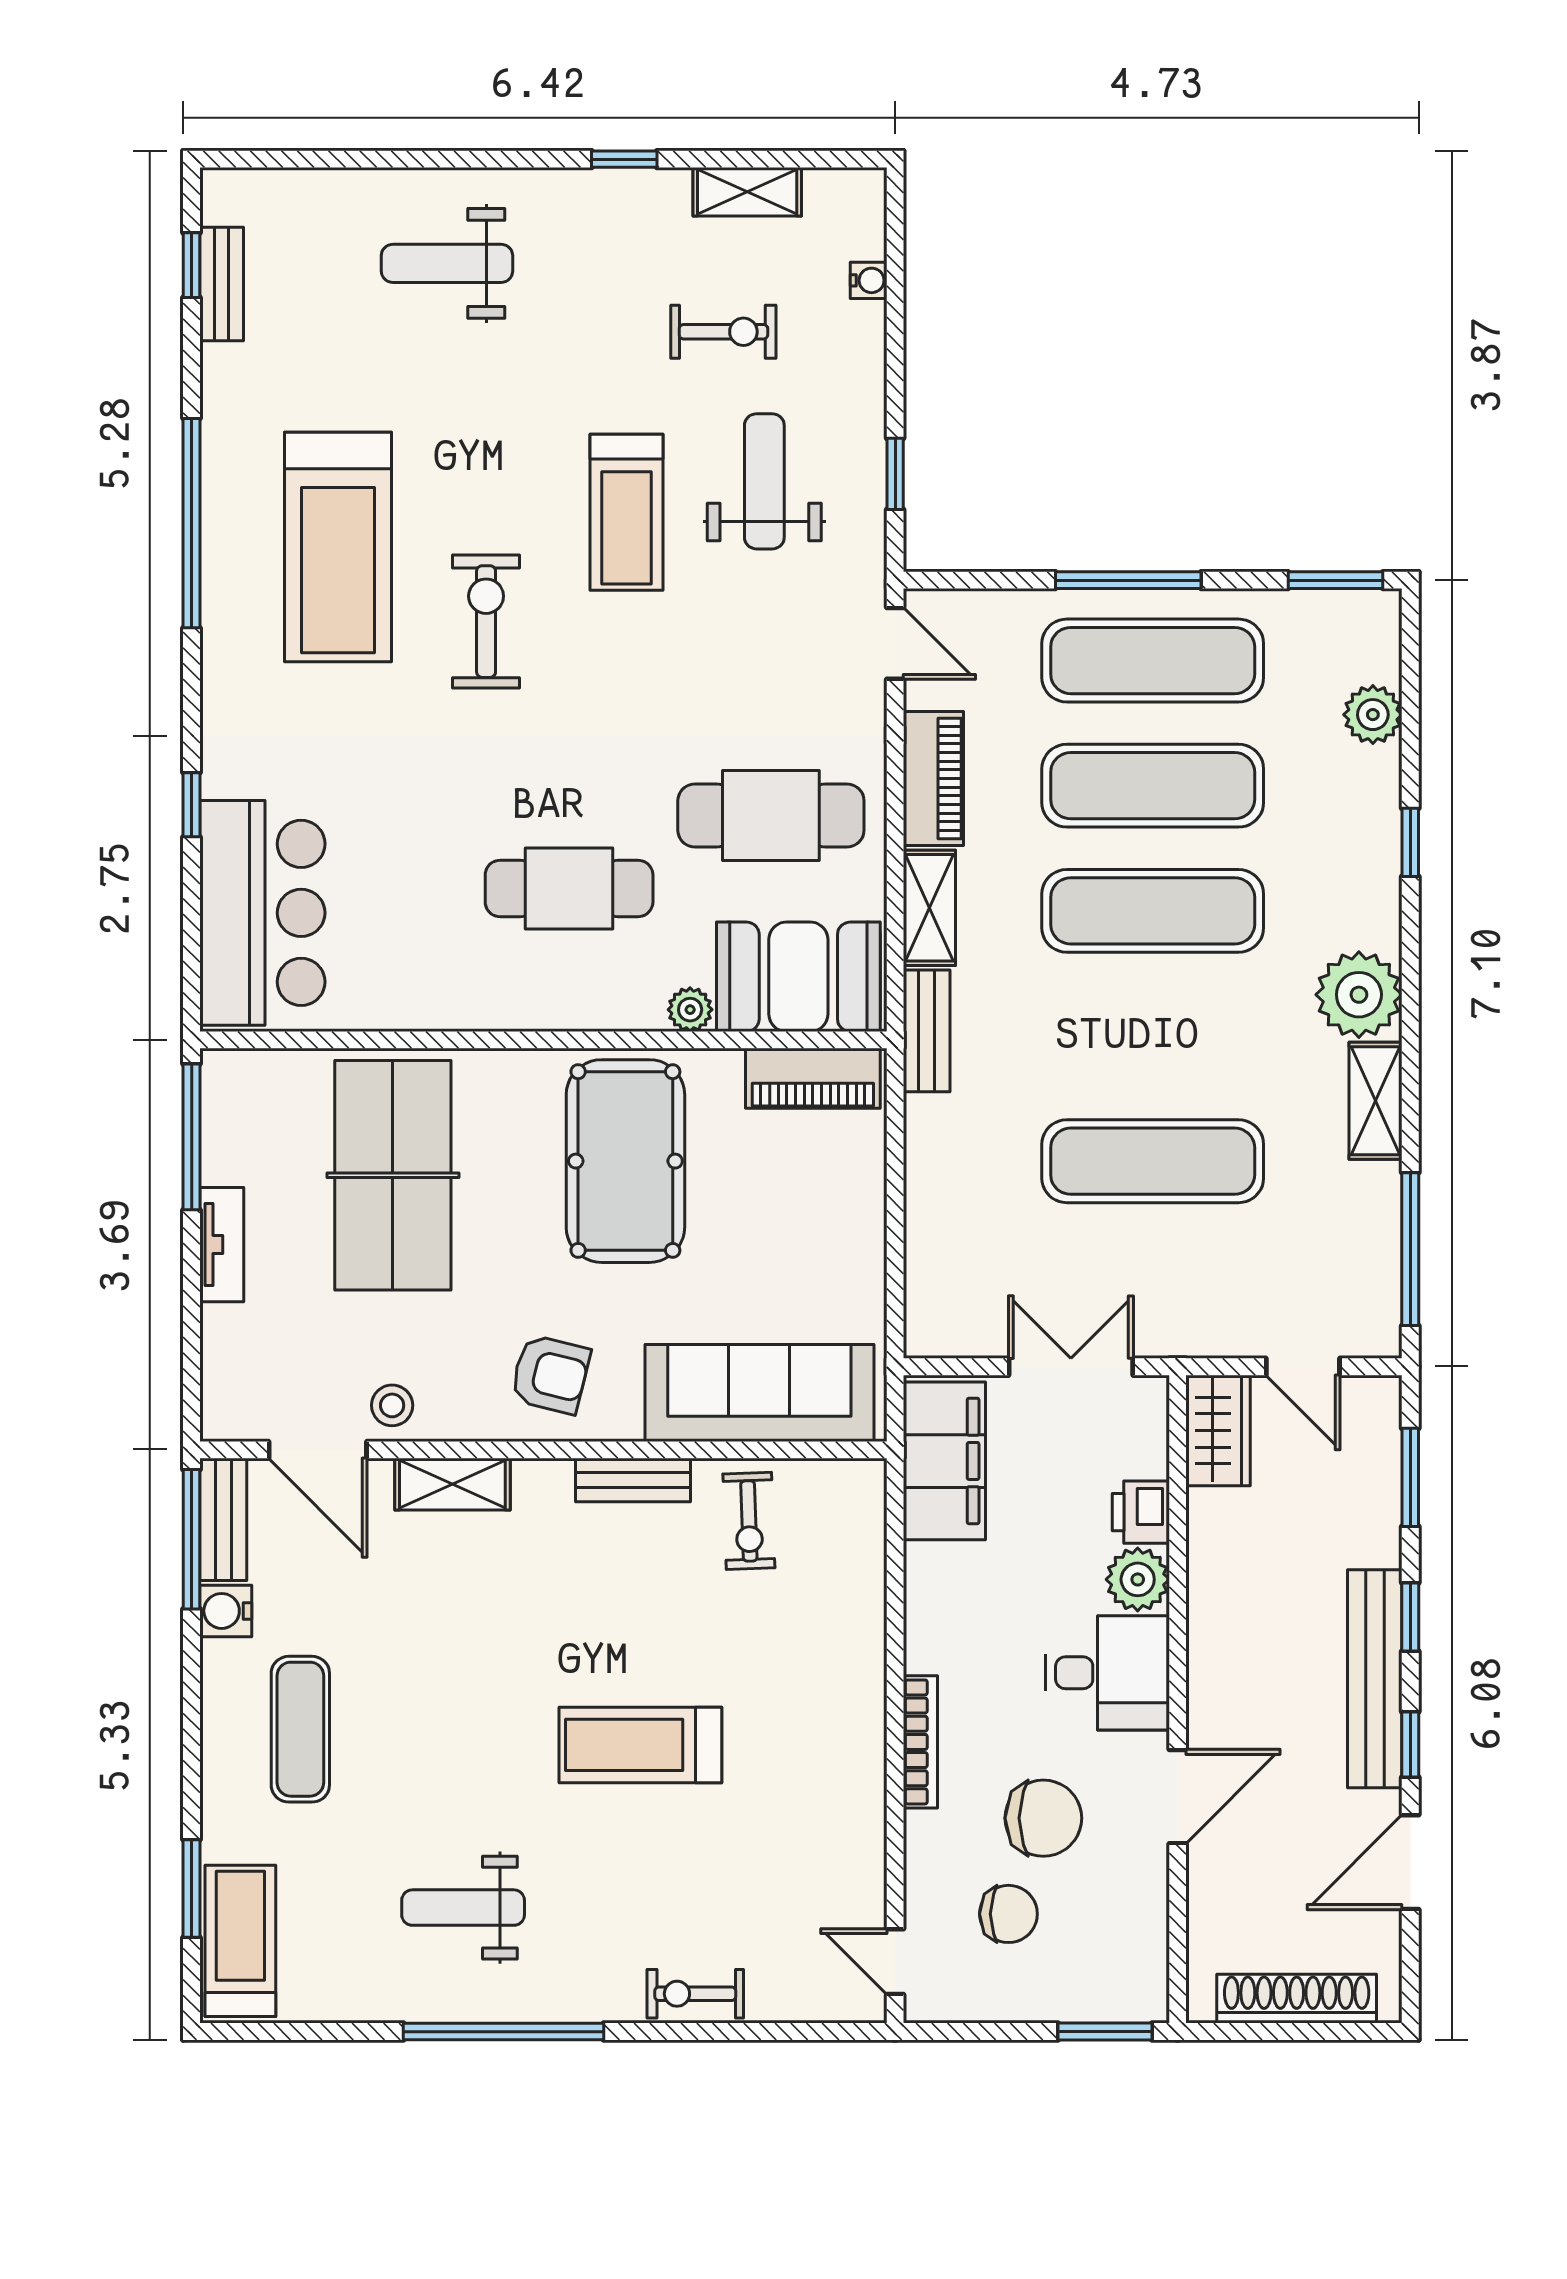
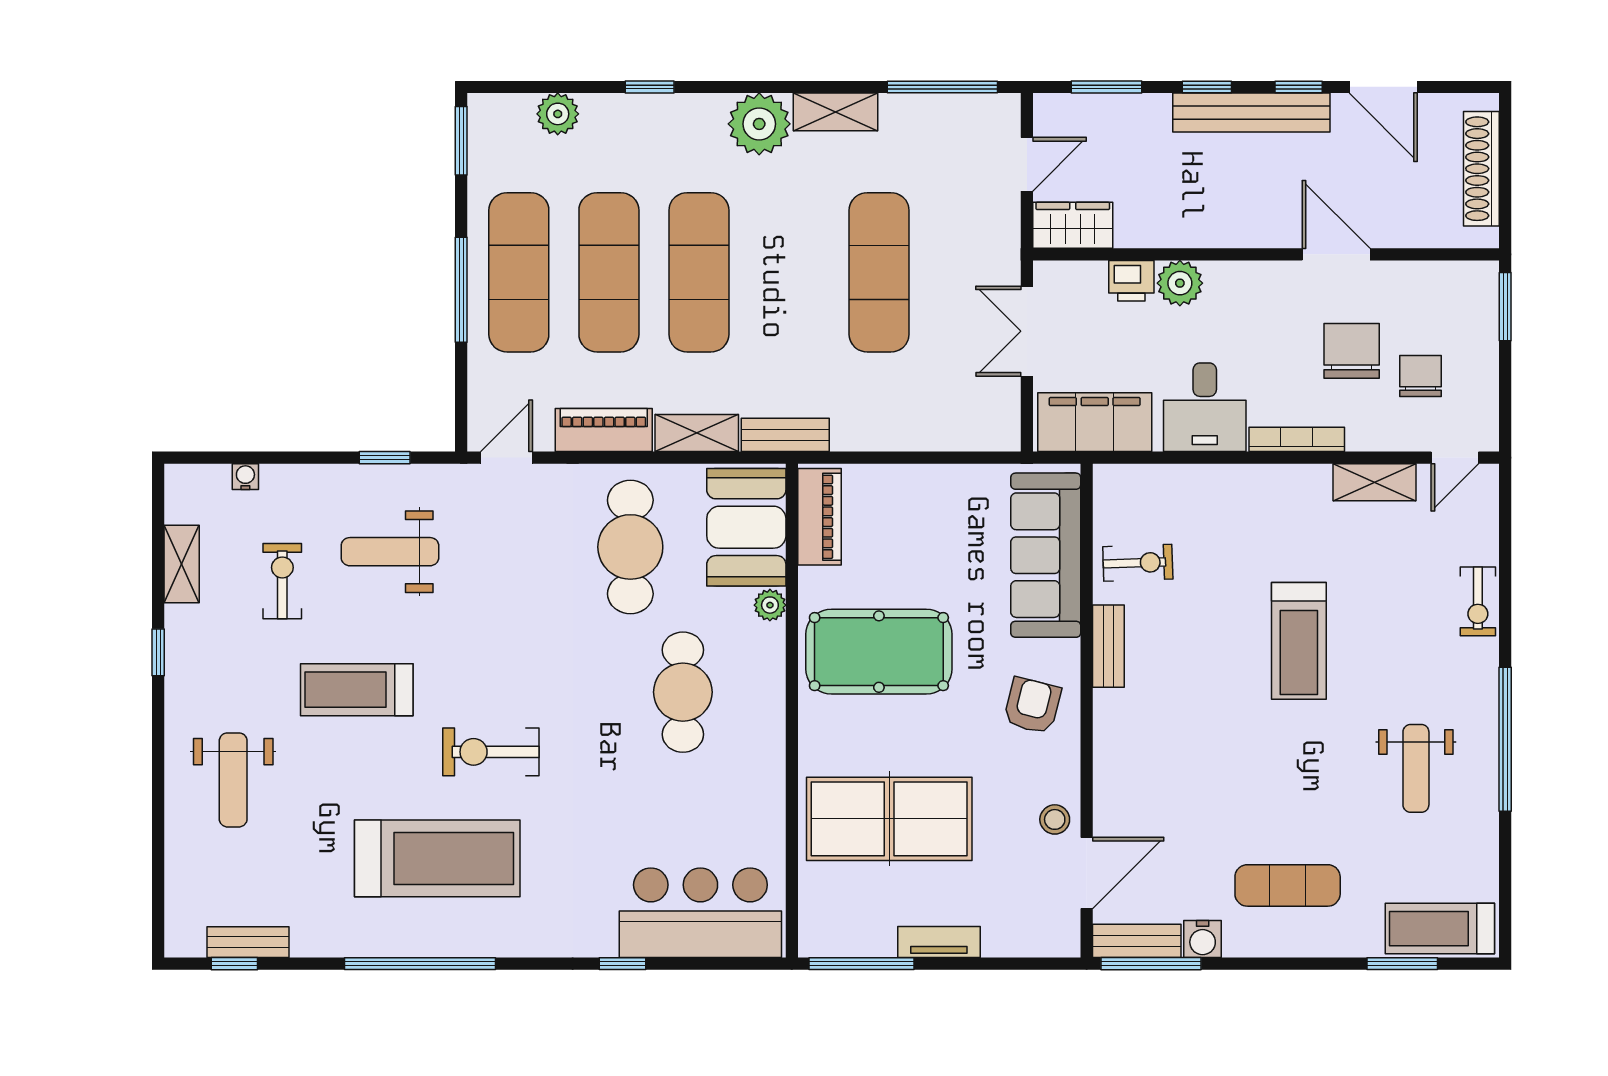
treadmill: (626, 512) -> (357, 690), moved, turned 180
shelving: (452, 1484) -> (1374, 482), moved, turned 90
desk: (1108, 1673) -> (1205, 407), moved, turned 180

